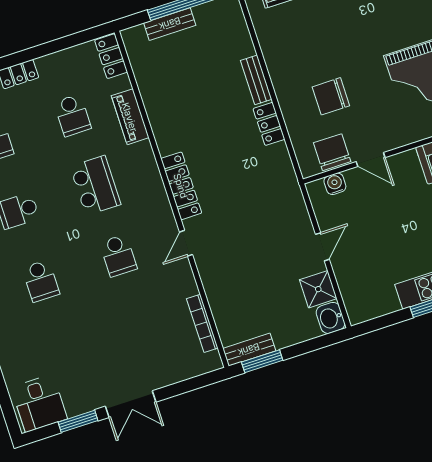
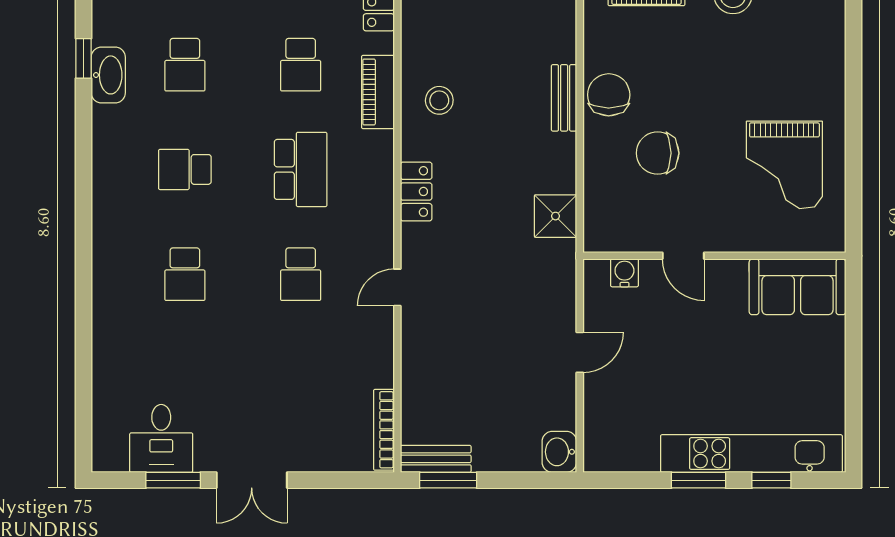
stool: (173, 109) -> (439, 100), added
locker: (269, 124) -> (562, 163), removed
chair: (332, 152) -> (609, 95), moved
locker: (181, 186) -> (416, 191), width x0.66
shower: (318, 289) -> (555, 216), moved
bookcase: (202, 323) -> (384, 430), moved
desk: (39, 403) -> (161, 438), moved

